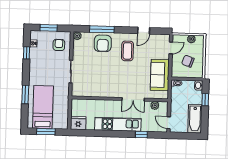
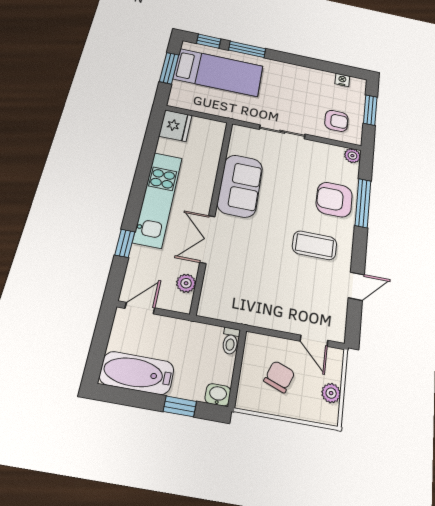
door: (144, 31) -> (356, 286), swing flipped
window: (26, 53) -> (209, 41), moved
sofa: (160, 75) -> (240, 186), moved, turned 90

